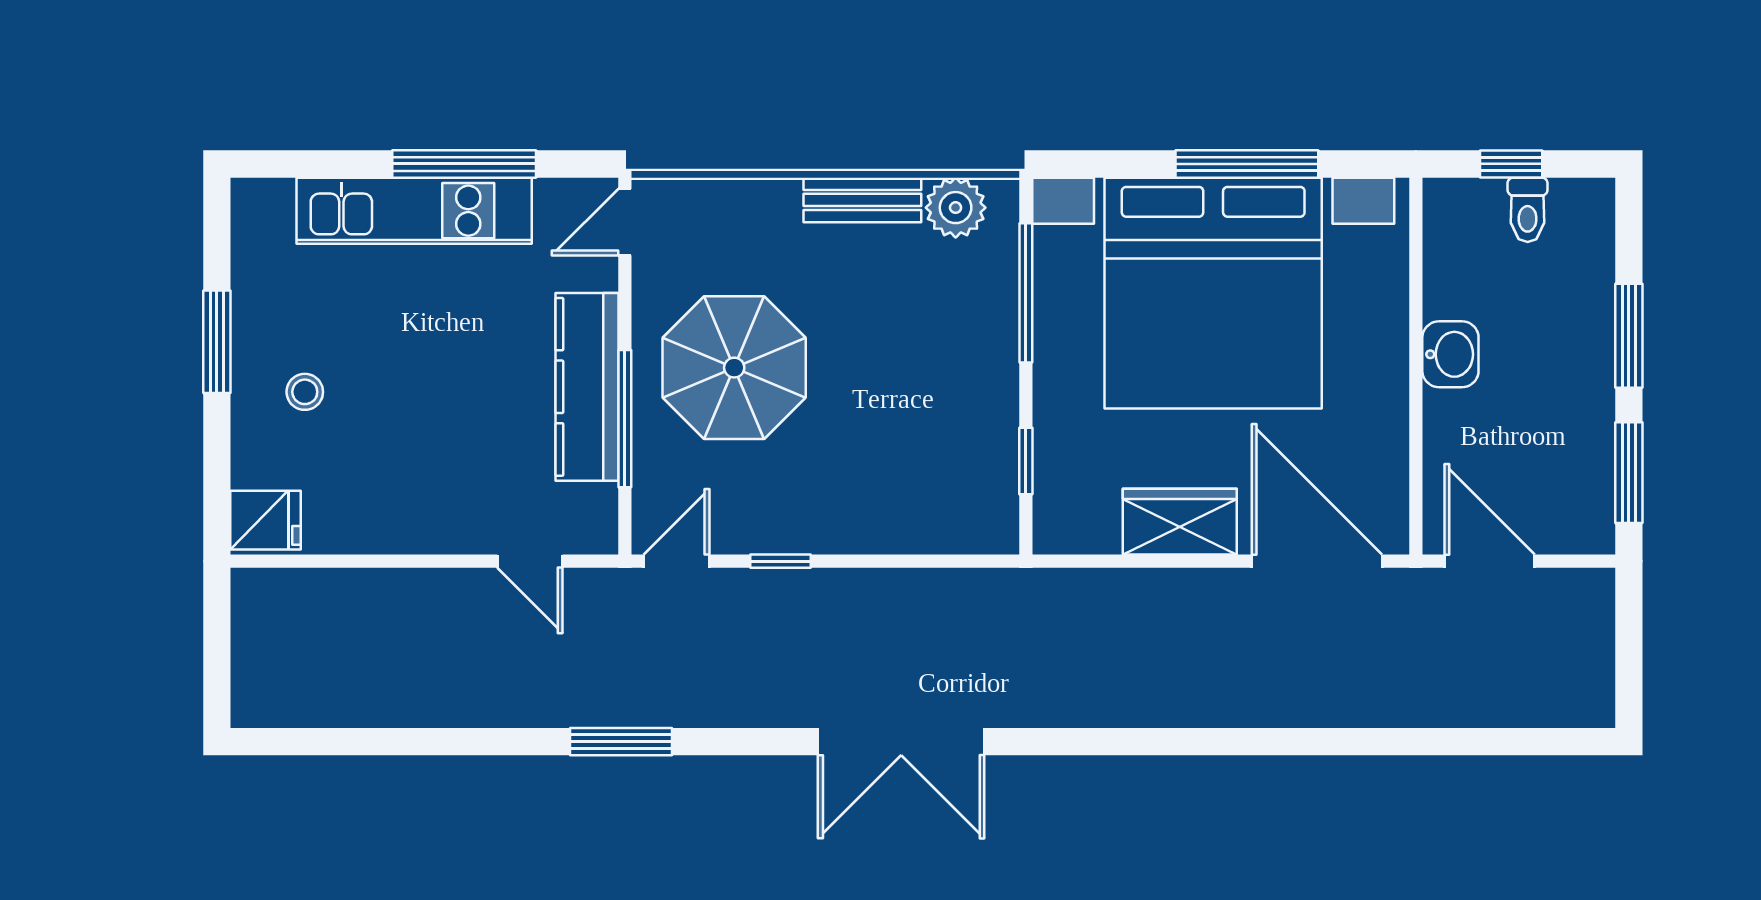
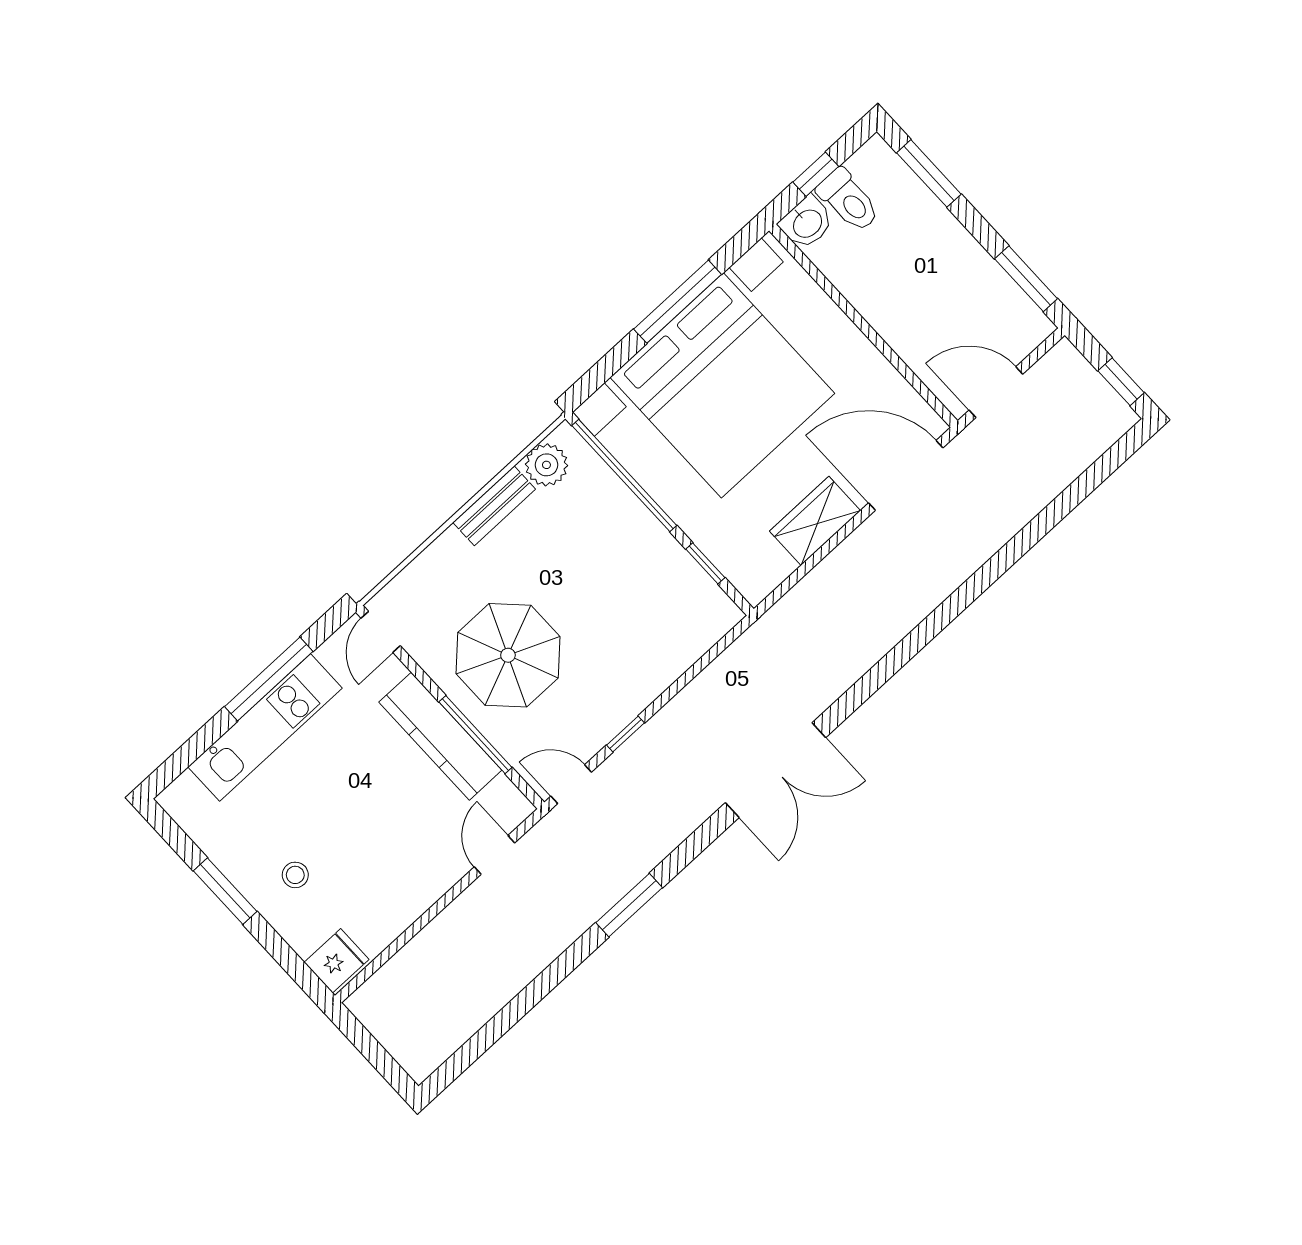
toilet: (1528, 210) -> (849, 200), width x1.37, depth x1.39
window: (1026, 293) -> (624, 476), width x1.46
window: (1629, 336) -> (929, 173), moved
washbasin: (1450, 354) -> (807, 223), moved, turned 90
door: (530, 561) -> (495, 855), swing flipped
door: (677, 561) -> (571, 784), hinge flipped
window: (1629, 670) -> (1121, 382), added

